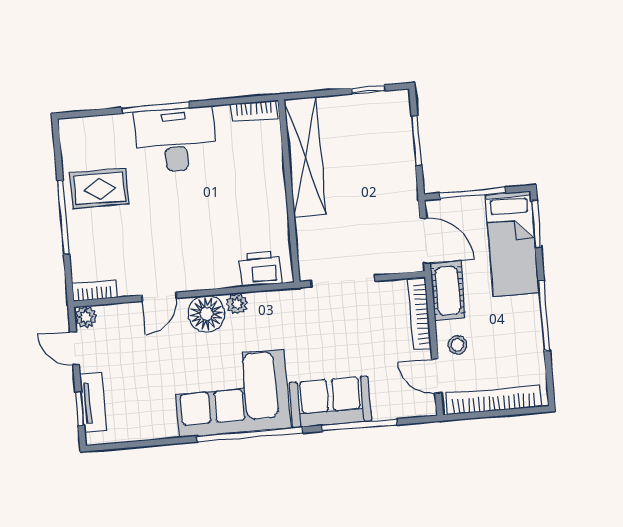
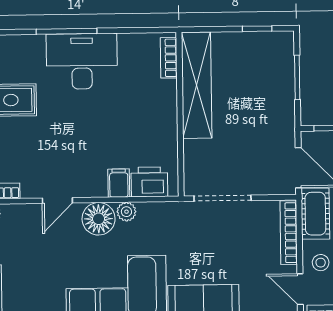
bookcase: (254, 111) -> (169, 58), moved, turned 90
filing cabinet: (226, 272) -> (119, 183), added

